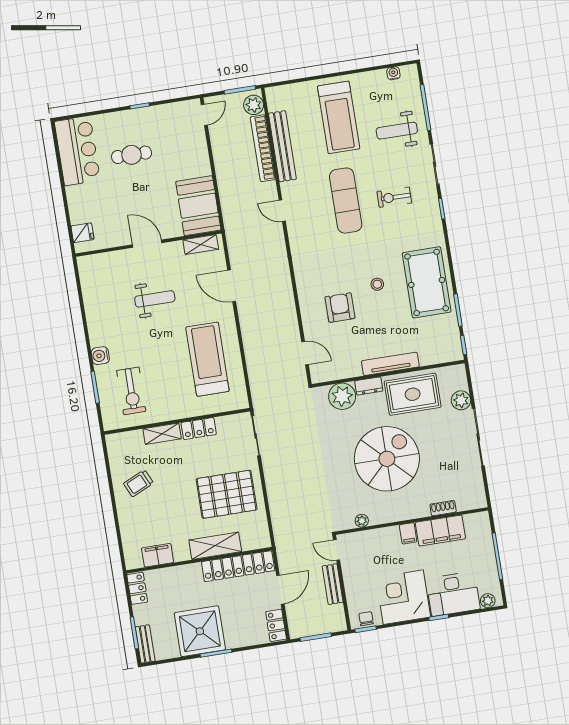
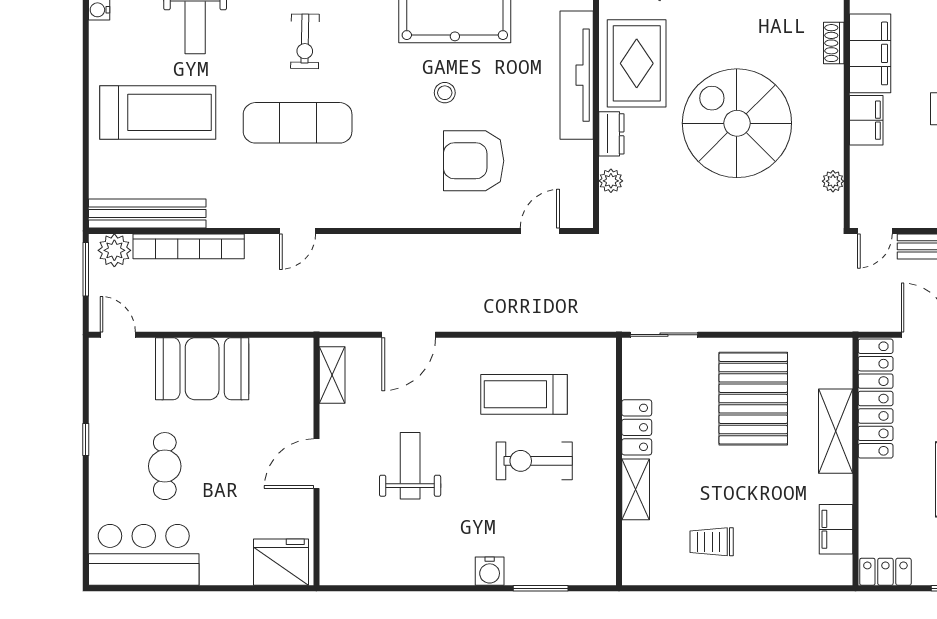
bench: (282, 146) -> (147, 213), moved
booth: (198, 206) -> (202, 369), moved
fridge: (82, 233) -> (281, 562), width x1.88, depth x1.34
armchair: (340, 308) -> (474, 161), width x1.36, depth x1.36
treadmill: (207, 359) -> (524, 394), width x0.73, depth x0.73
tv unit: (390, 364) -> (577, 75), width x1.36, depth x1.29
exercise bike: (131, 391) -> (534, 461), moved, turned 180
plant: (342, 396) -> (611, 181), width x0.53, depth x0.53
trolley: (138, 483) -> (712, 542), turned 114
filing cabinet: (408, 533) -> (866, 120), width x2.00

